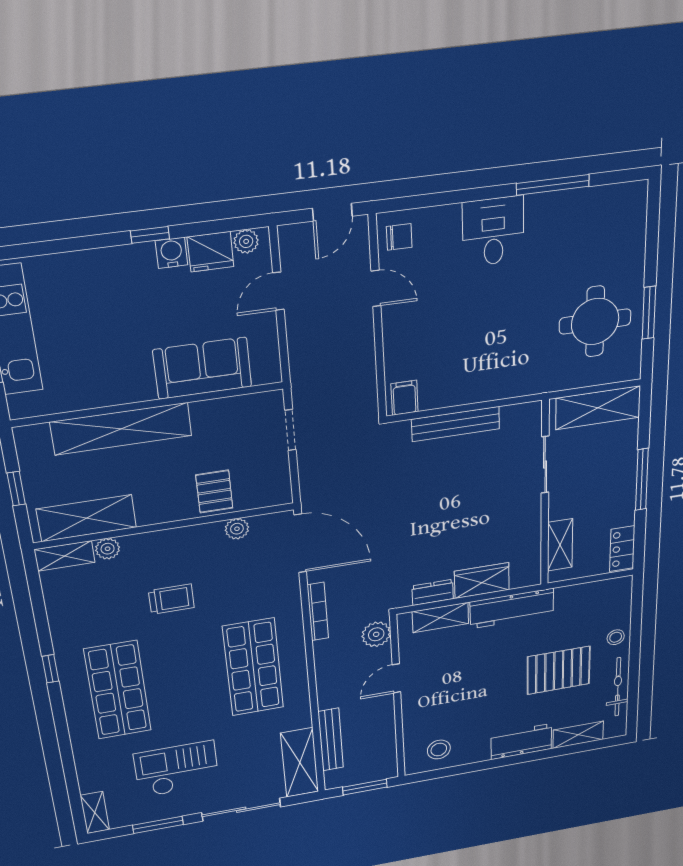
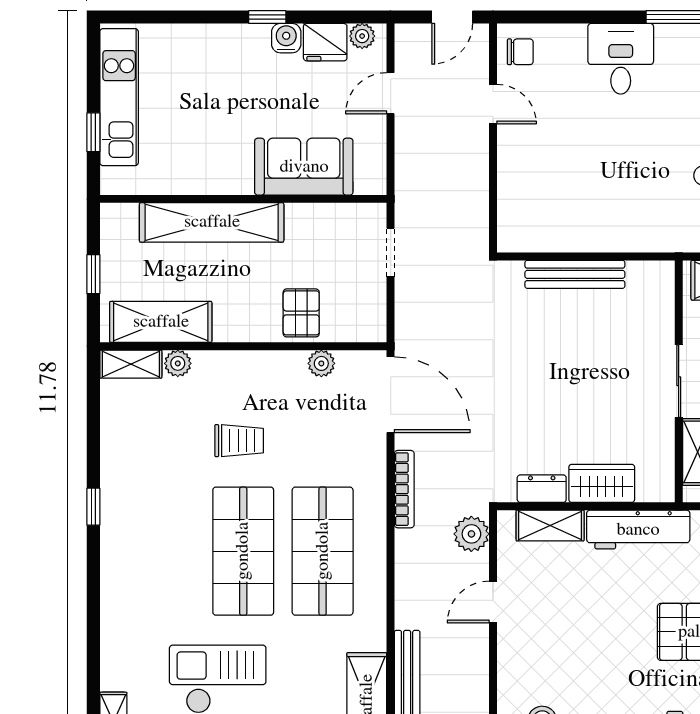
filing cabinet: (404, 398) -> (518, 234), removed
sliding door: (545, 465) -> (679, 381), moved
shop shelf: (118, 690) -> (243, 551), moved

